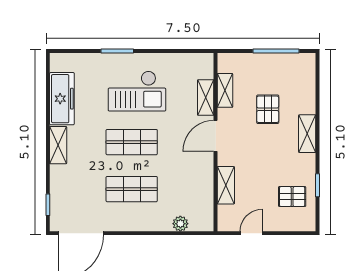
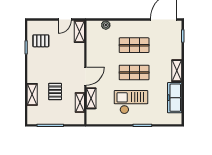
shelving: (307, 134) -> (32, 94), moved
shelving: (226, 185) -> (79, 32), moved

